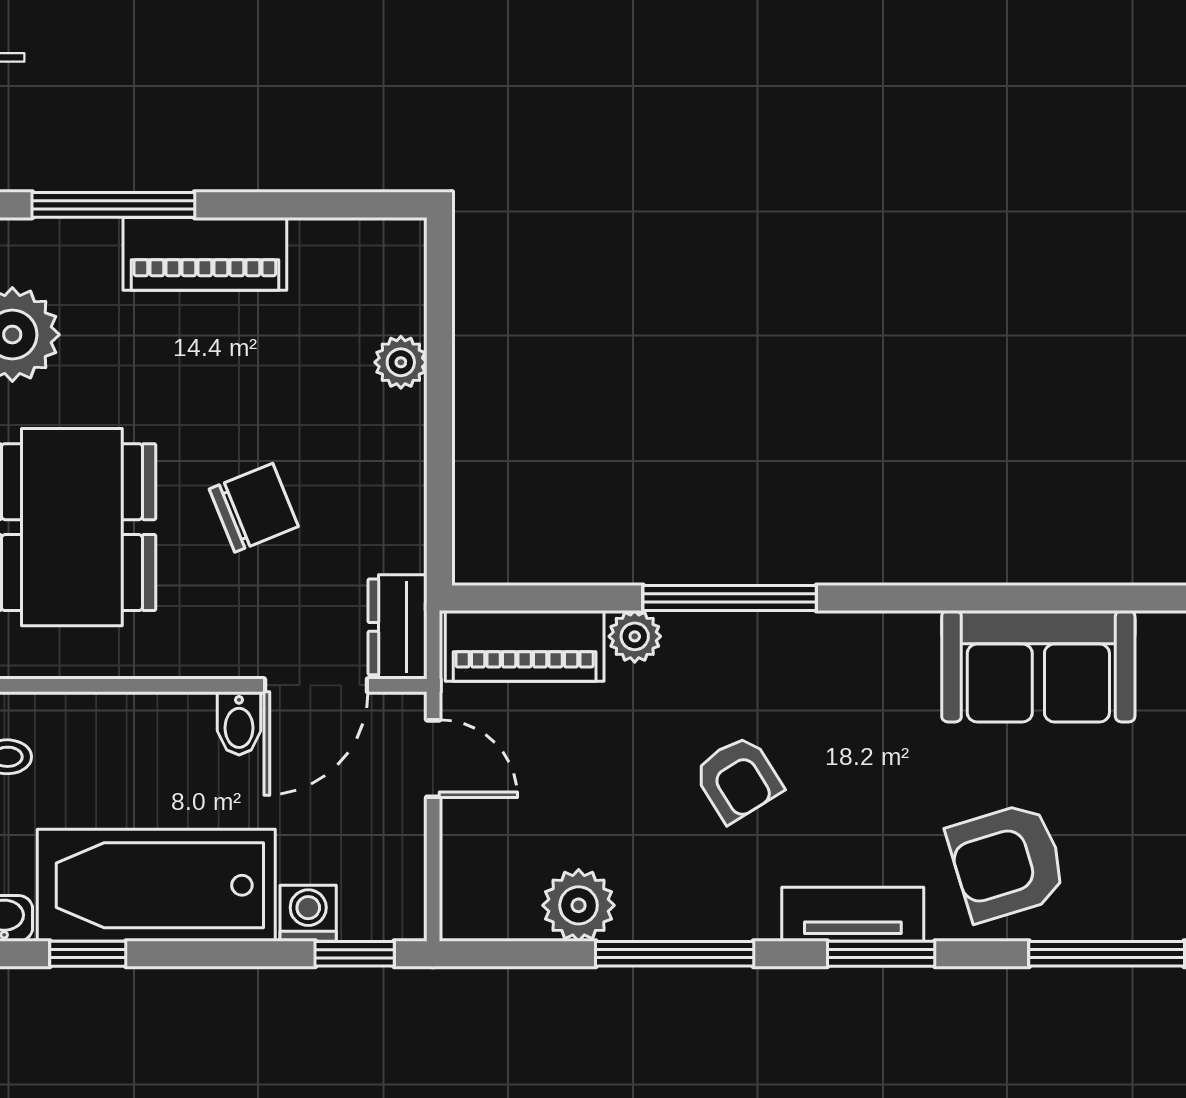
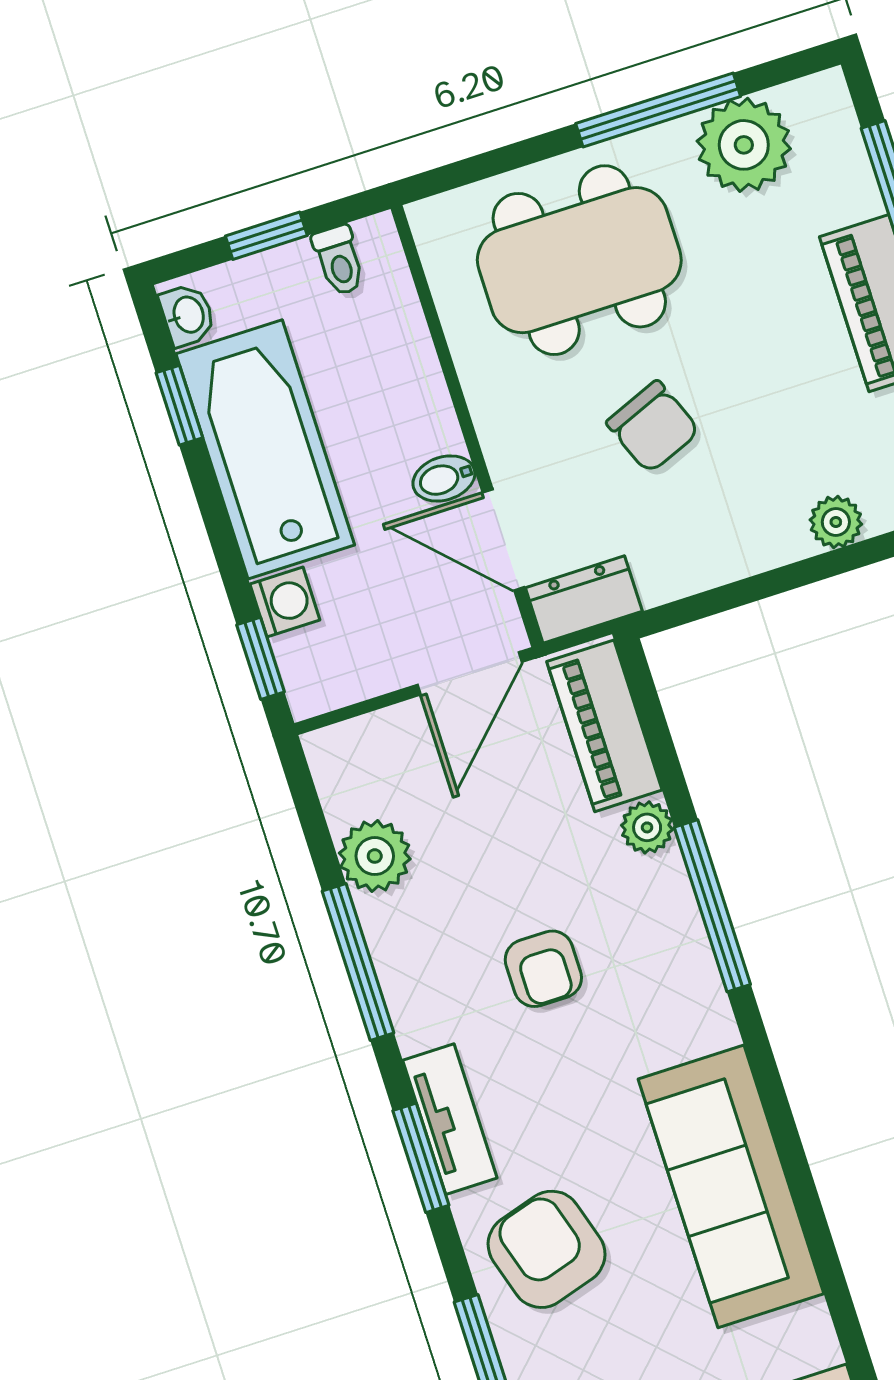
sofa: (1038, 666) -> (731, 1186), width x1.36
door: (433, 759) -> (470, 673), width x1.38
armchair: (738, 779) -> (543, 969), turned -58

